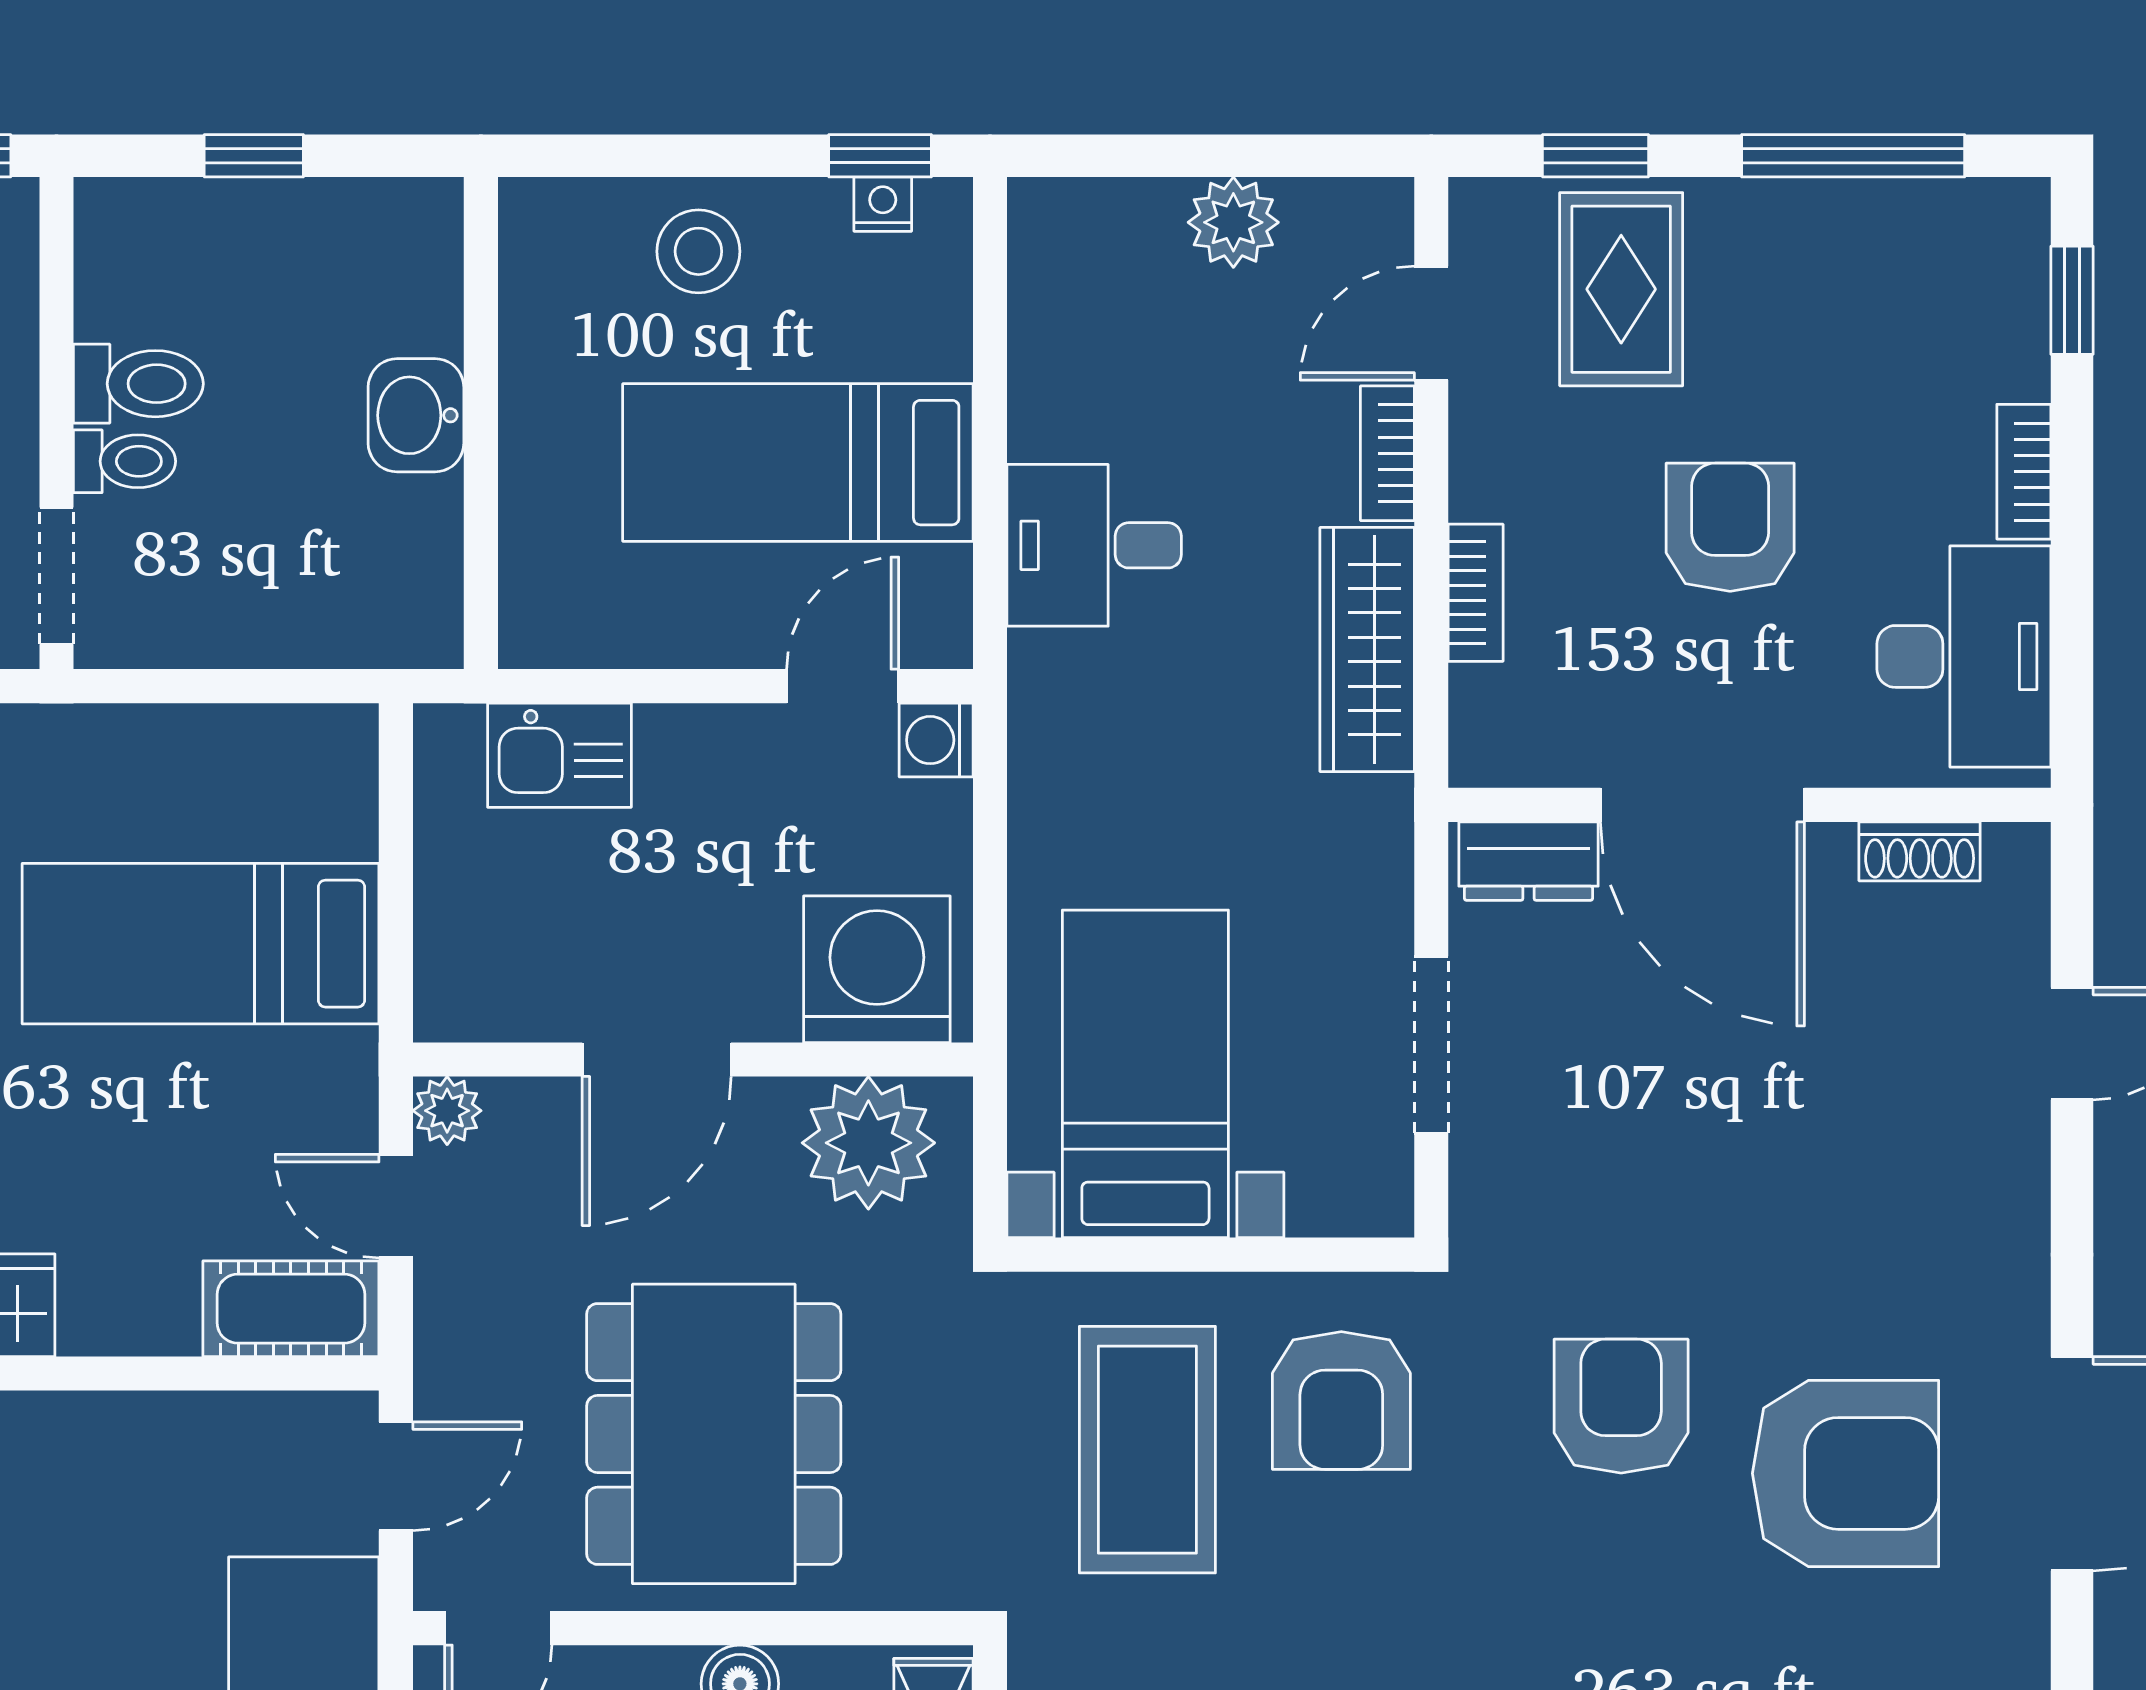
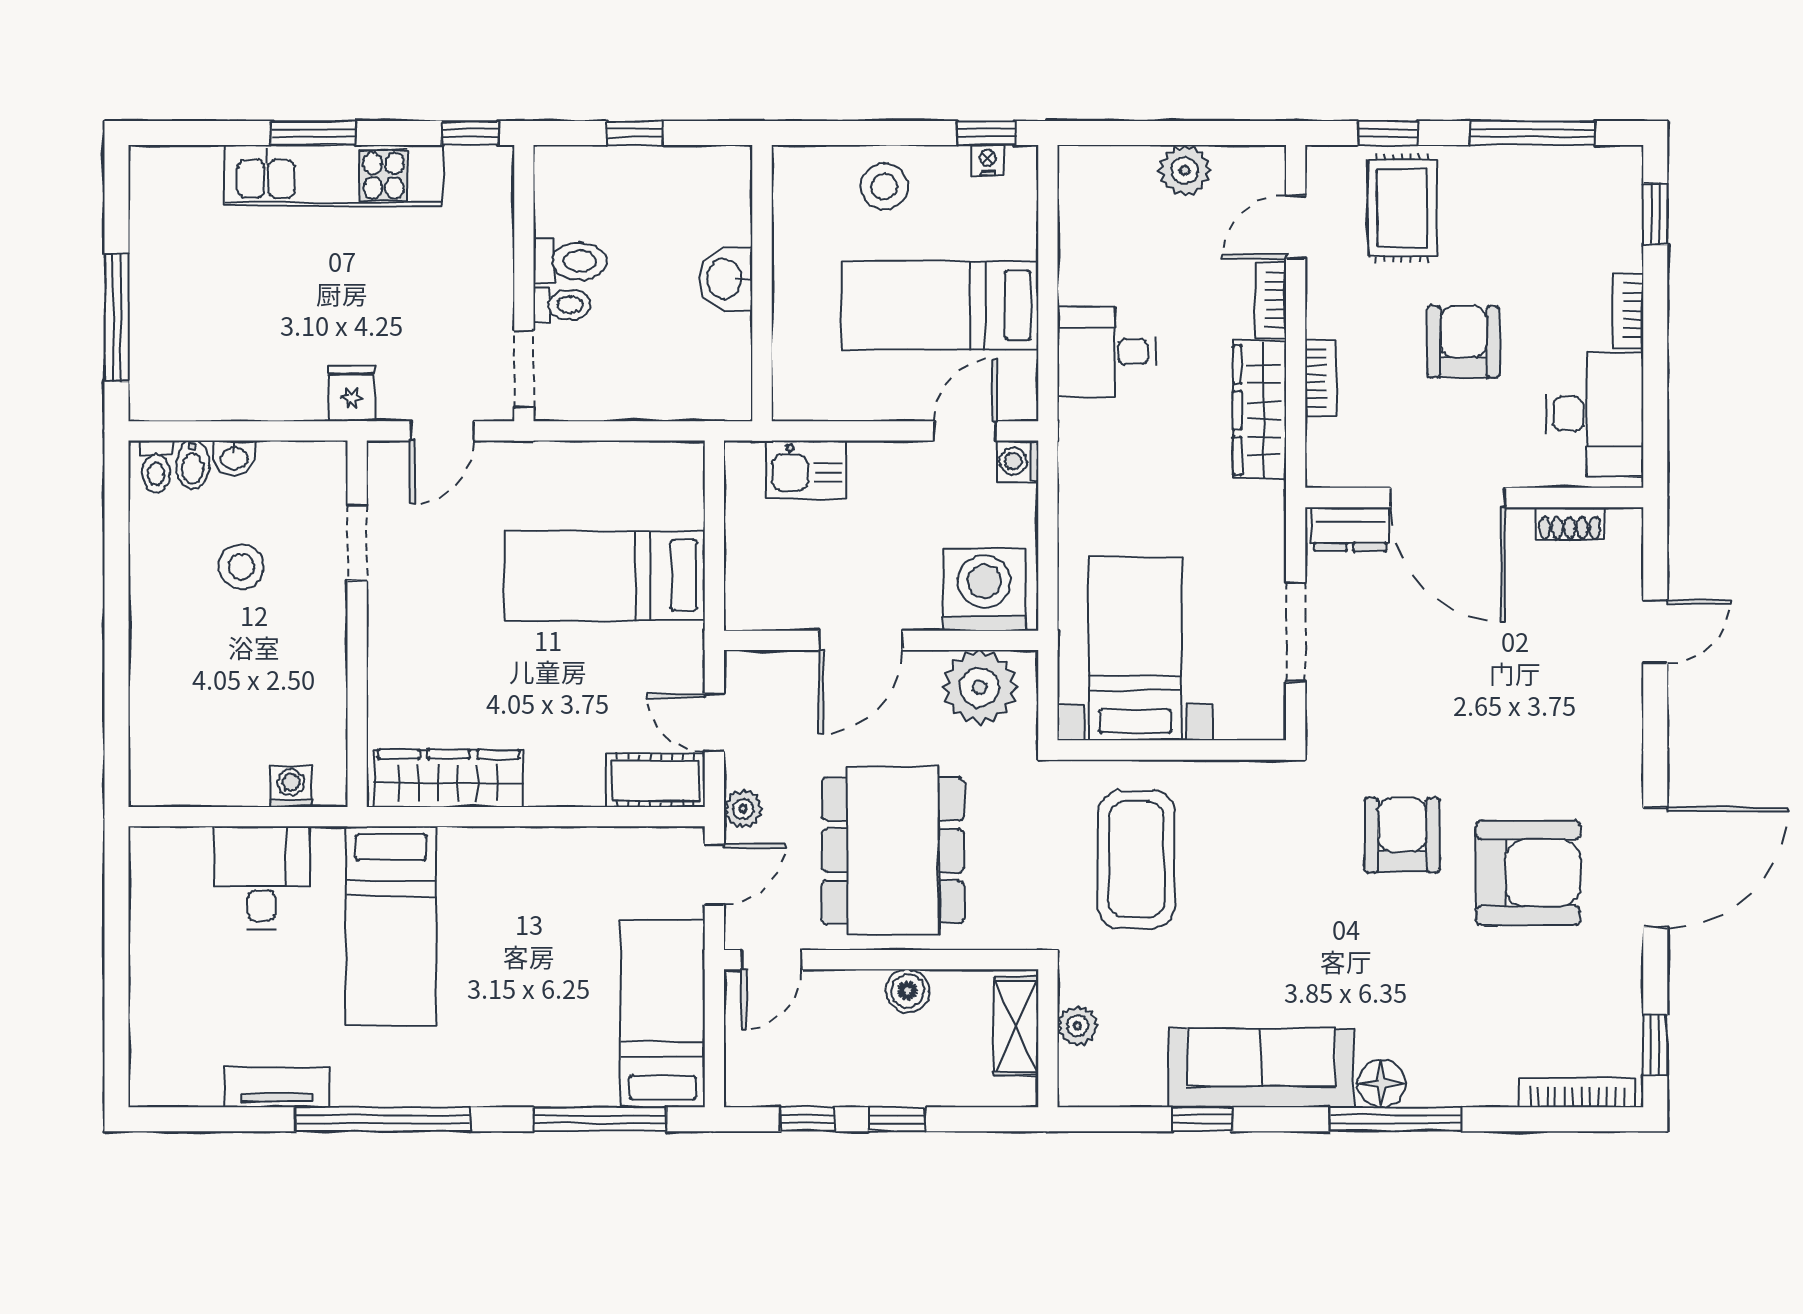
plant: (447, 1111) -> (743, 809), moved
armchair: (1341, 1400) -> (1245, 832), removed

